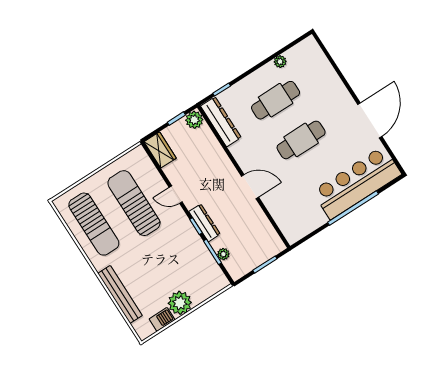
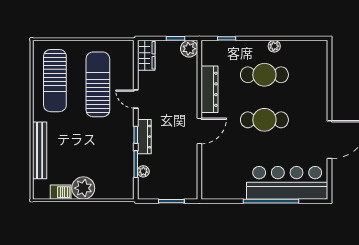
plant: (280, 62) -> (274, 46), moved
dresser: (221, 122) -> (209, 89), moved
door: (250, 187) -> (199, 131), hinge flipped

